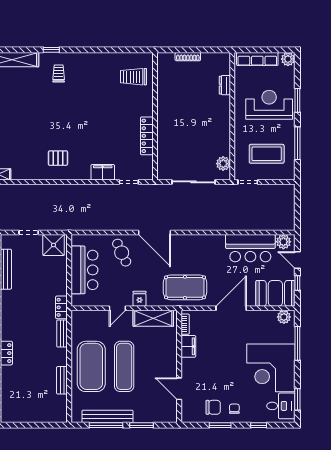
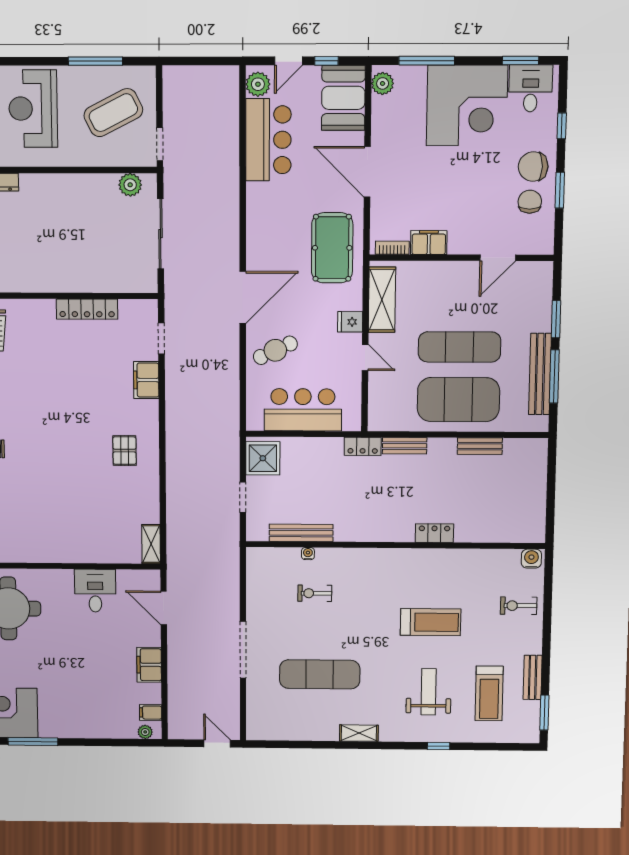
window: (297, 100) -> (25, 61), removed
coffee table: (267, 154) -> (113, 113), turned 63
chair: (234, 409) -> (533, 167), width x1.87, depth x1.87

